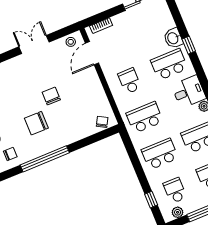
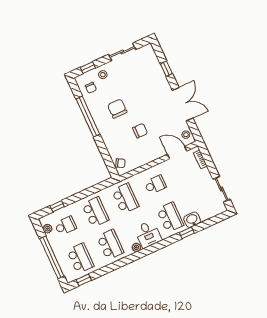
double door: (34, 44) -> (183, 104), width x1.37
chair: (51, 96) -> (140, 131), moved

